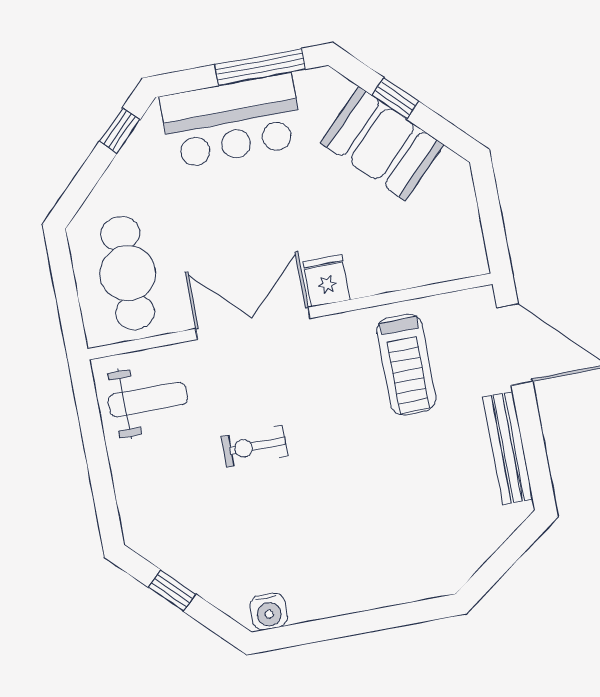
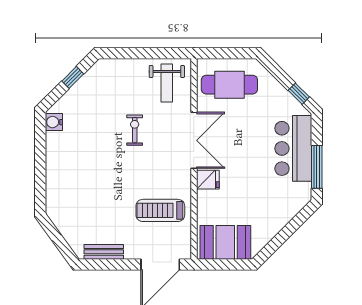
window: (395, 98) -> (289, 229), removed
booth: (382, 144) -> (225, 242), moved, turned 45
bench: (508, 448) -> (104, 252), width x0.73

